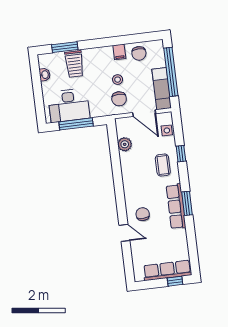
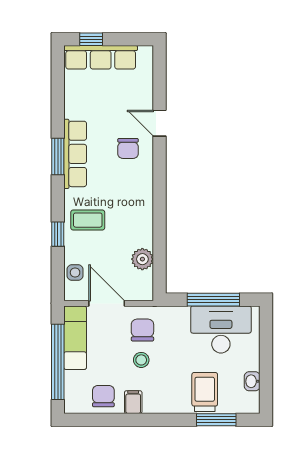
coffee table: (163, 165) -> (88, 220), turned 90

